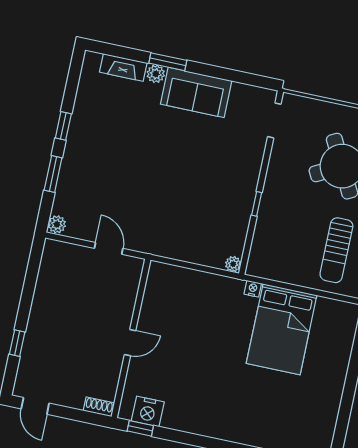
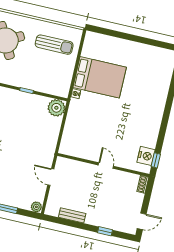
door: (109, 248) -> (51, 177), hinge flipped
plant: (233, 264) -> (56, 108), width x1.88, depth x1.88
bench: (43, 286) -> (72, 215), added

